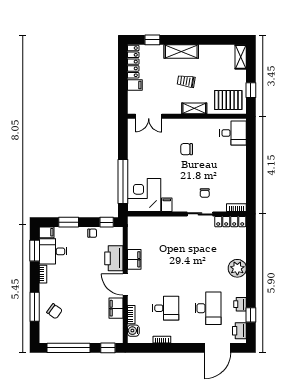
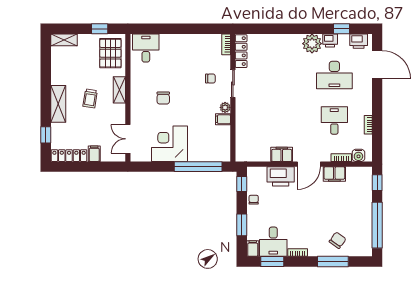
double door: (149, 116) -> (128, 139), swing flipped
corner desk: (144, 195) -> (169, 144), moved, turned 90
plant: (178, 207) -> (225, 107), added
plant: (237, 268) -> (312, 44), moved
desk: (208, 308) -> (334, 75), turned 180

